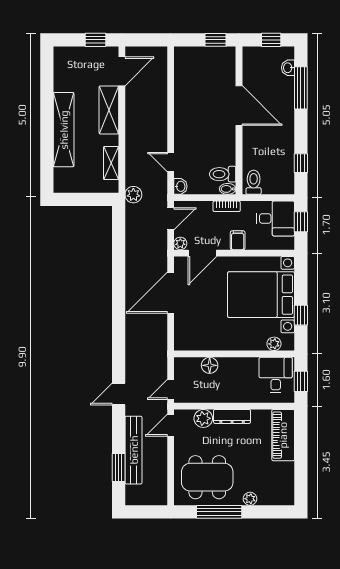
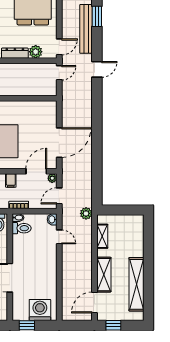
washing machine: (197, 61) -> (40, 310), added
shelving: (64, 130) -> (136, 284), moved
floor lamp: (210, 365) -> (31, 90), removed

